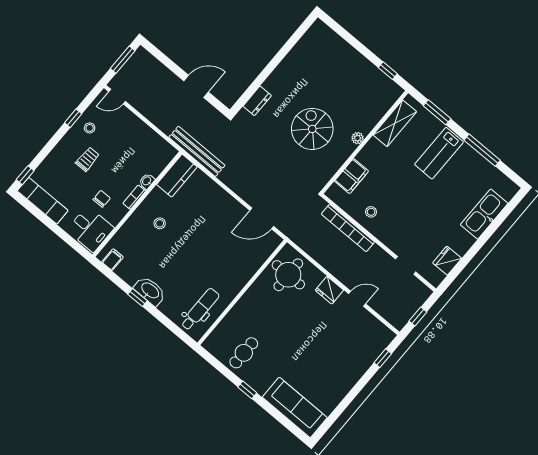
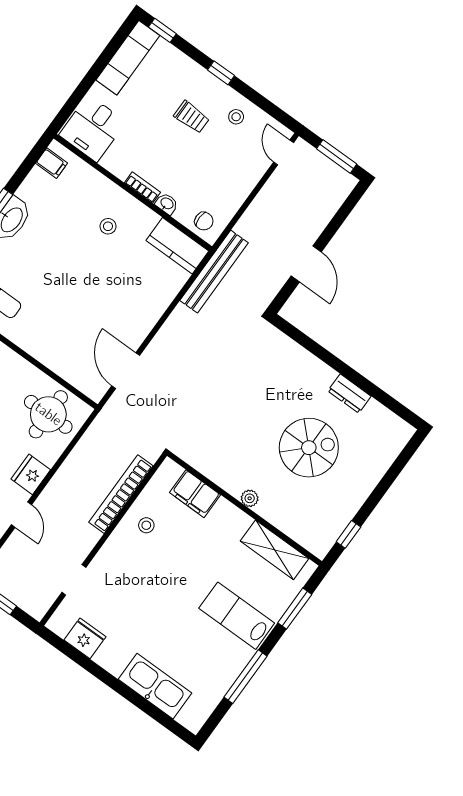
dresser: (257, 101) -> (349, 394), moved
window: (73, 118) -> (221, 73), moved
spiral stairs: (312, 129) -> (309, 448), moved
chair: (102, 199) -> (204, 221), moved

